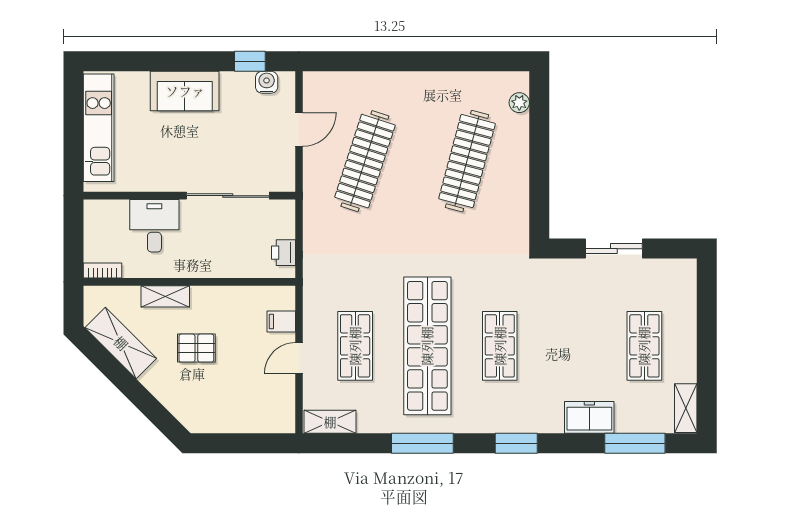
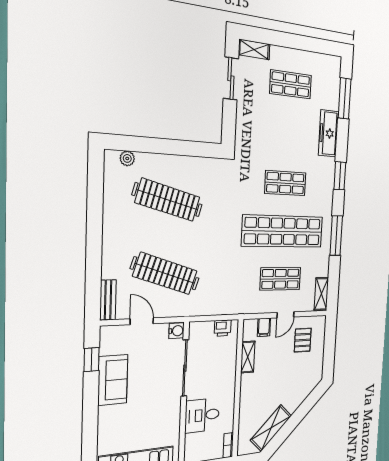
water cooler: (267, 82) -> (177, 331), moved, turned 180
bench: (330, 82) -> (108, 300), added
sofa: (185, 91) -> (113, 380), moved
sliding door: (614, 249) -> (231, 78), moved
shelving: (165, 296) -> (248, 357), moved
pallet: (196, 348) -> (303, 340), moved
door: (299, 358) -> (285, 315), hinge flipped
shelving: (686, 408) -> (254, 49), moved
freezer: (589, 417) -> (328, 133), width x1.40

